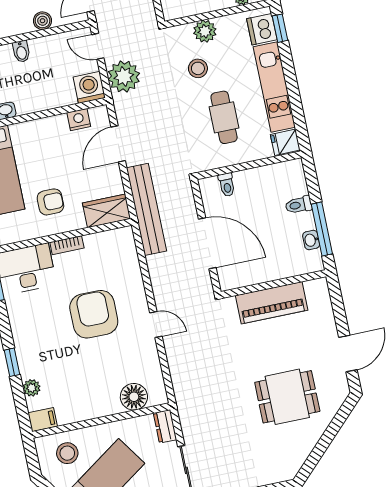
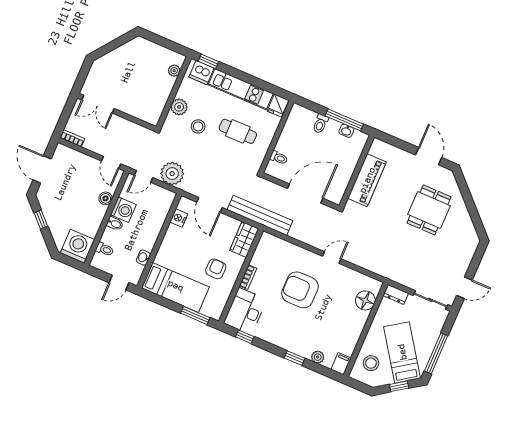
washing machine: (89, 87) -> (123, 210), moved, turned 180

